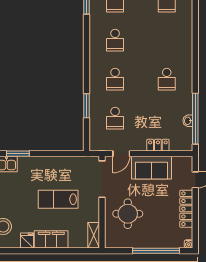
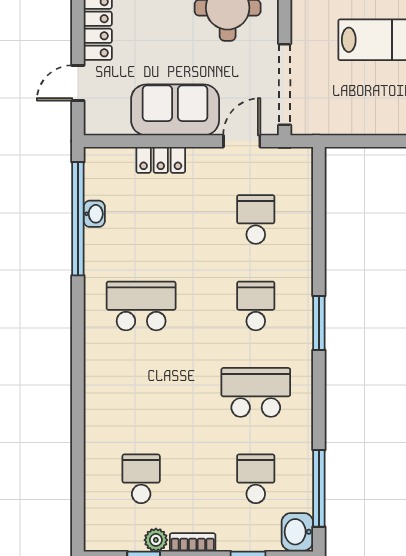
school desk: (115, 40) -> (256, 392), width x1.85
school desk: (167, 79) -> (141, 306), width x1.85
window: (87, 106) -> (319, 323), moved

